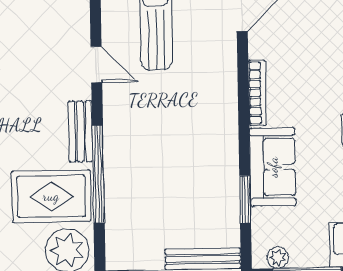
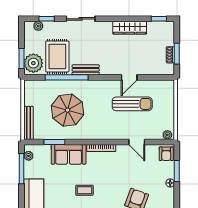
door: (96, 65) -> (129, 77), moved
parasol: (172, 171) -> (67, 110), added

